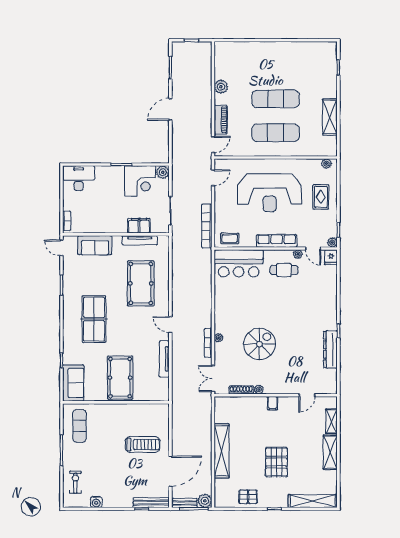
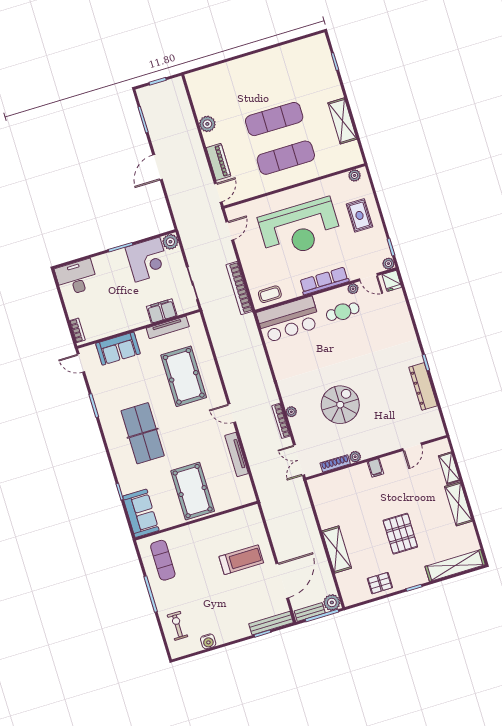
shelving: (222, 451) -> (337, 550), width x0.68

